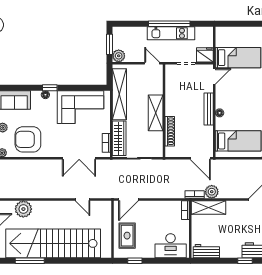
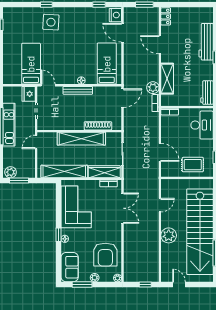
plant: (119, 56) -> (11, 172), moved
shelving: (156, 113) -> (81, 139), width x1.47
door: (129, 199) -> (160, 152), moved
shelving: (209, 207) -> (167, 79), moved
plant: (23, 209) -> (169, 235), moved

